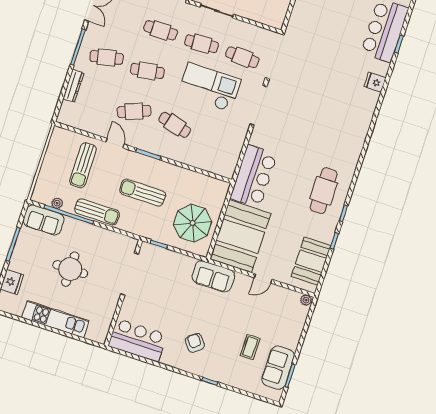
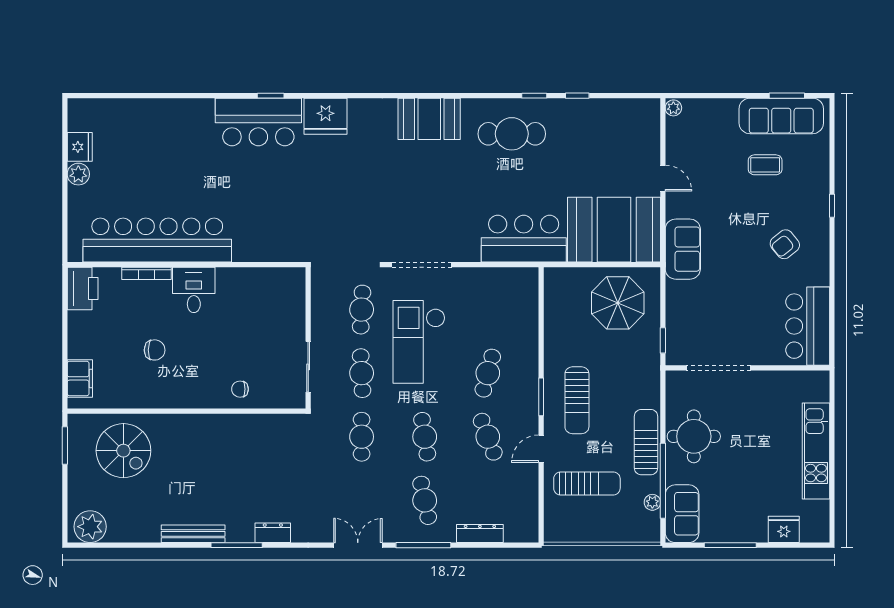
fridge: (375, 82) -> (326, 116), width x1.88, depth x1.34
sun lounger: (143, 193) -> (577, 400), moved
booth: (311, 261) -> (429, 119), moved
round table: (70, 269) -> (694, 436), moved
sofa: (278, 368) -> (781, 116), width x1.36

